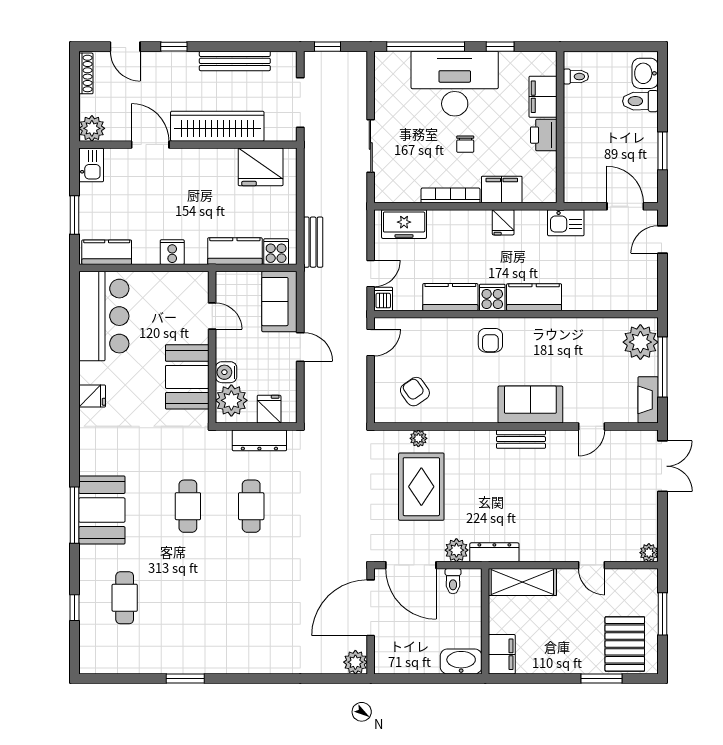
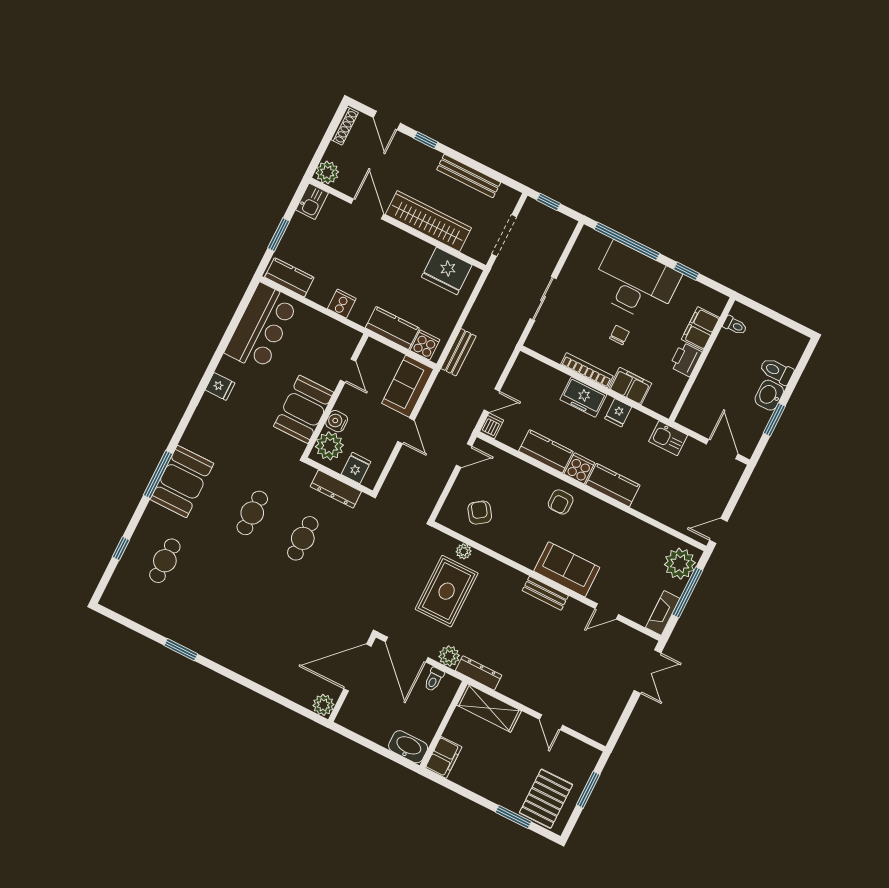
washbasin: (645, 73) -> (769, 395), moved
chair: (465, 144) -> (619, 335), turned 180
freezer: (404, 224) -> (583, 397), moved
door: (662, 240) -> (718, 531), moved
plant: (649, 553) -> (602, 735), removed

